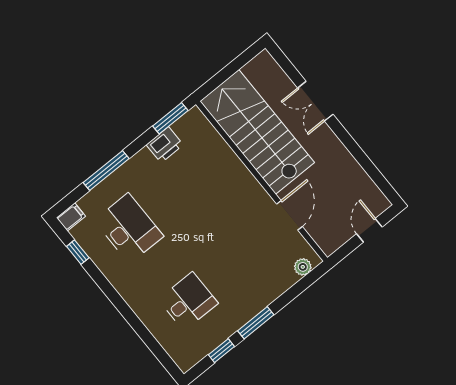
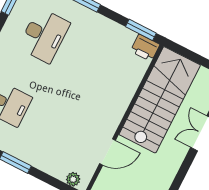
printer: (165, 145) -> (145, 48), moved

